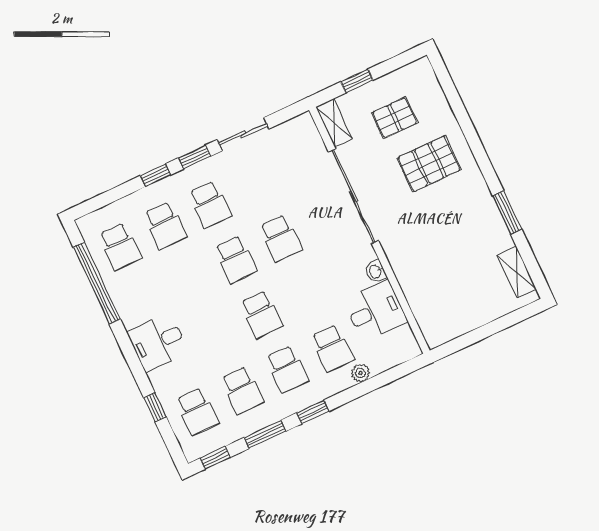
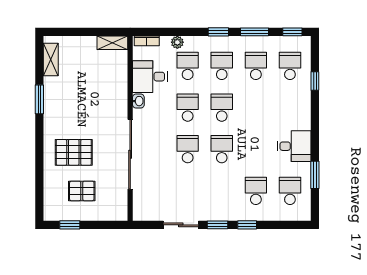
window: (357, 81) -> (70, 225), moved
shelving: (334, 123) -> (112, 43), moved, turned 90
school desk: (210, 204) -> (188, 108), moved
window: (97, 283) -> (315, 175), width x0.47
desk: (158, 342) -> (294, 146), moved
bookcase: (402, 356) -> (147, 41), added

